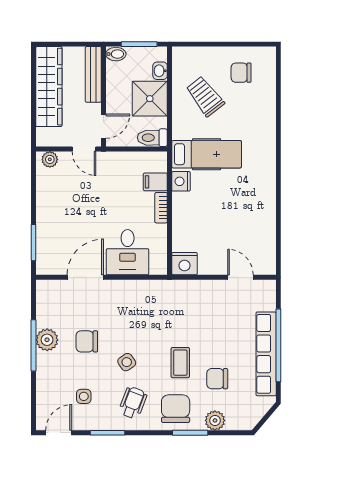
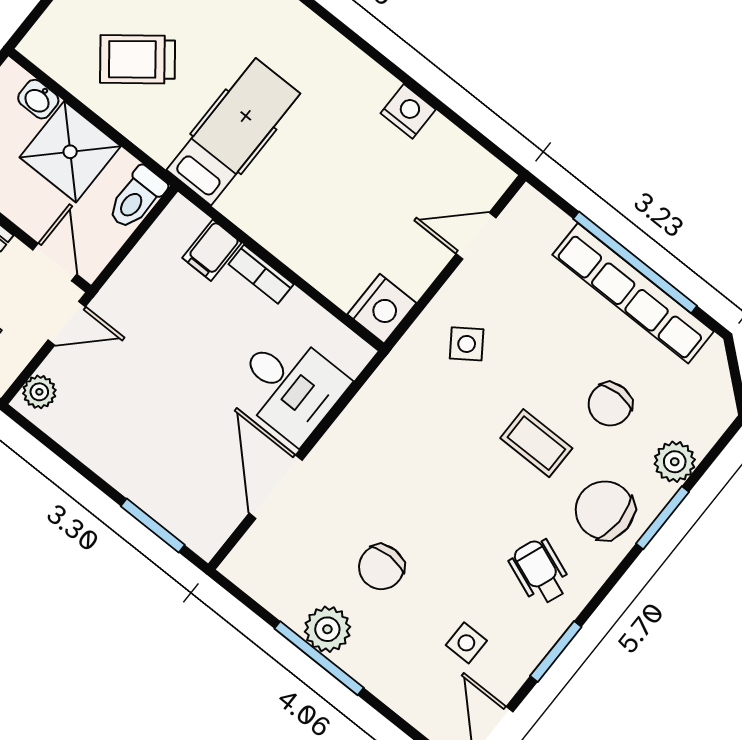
nightstand: (181, 181) -> (408, 111), moved, turned 180
side table: (127, 362) -> (467, 344), moved

